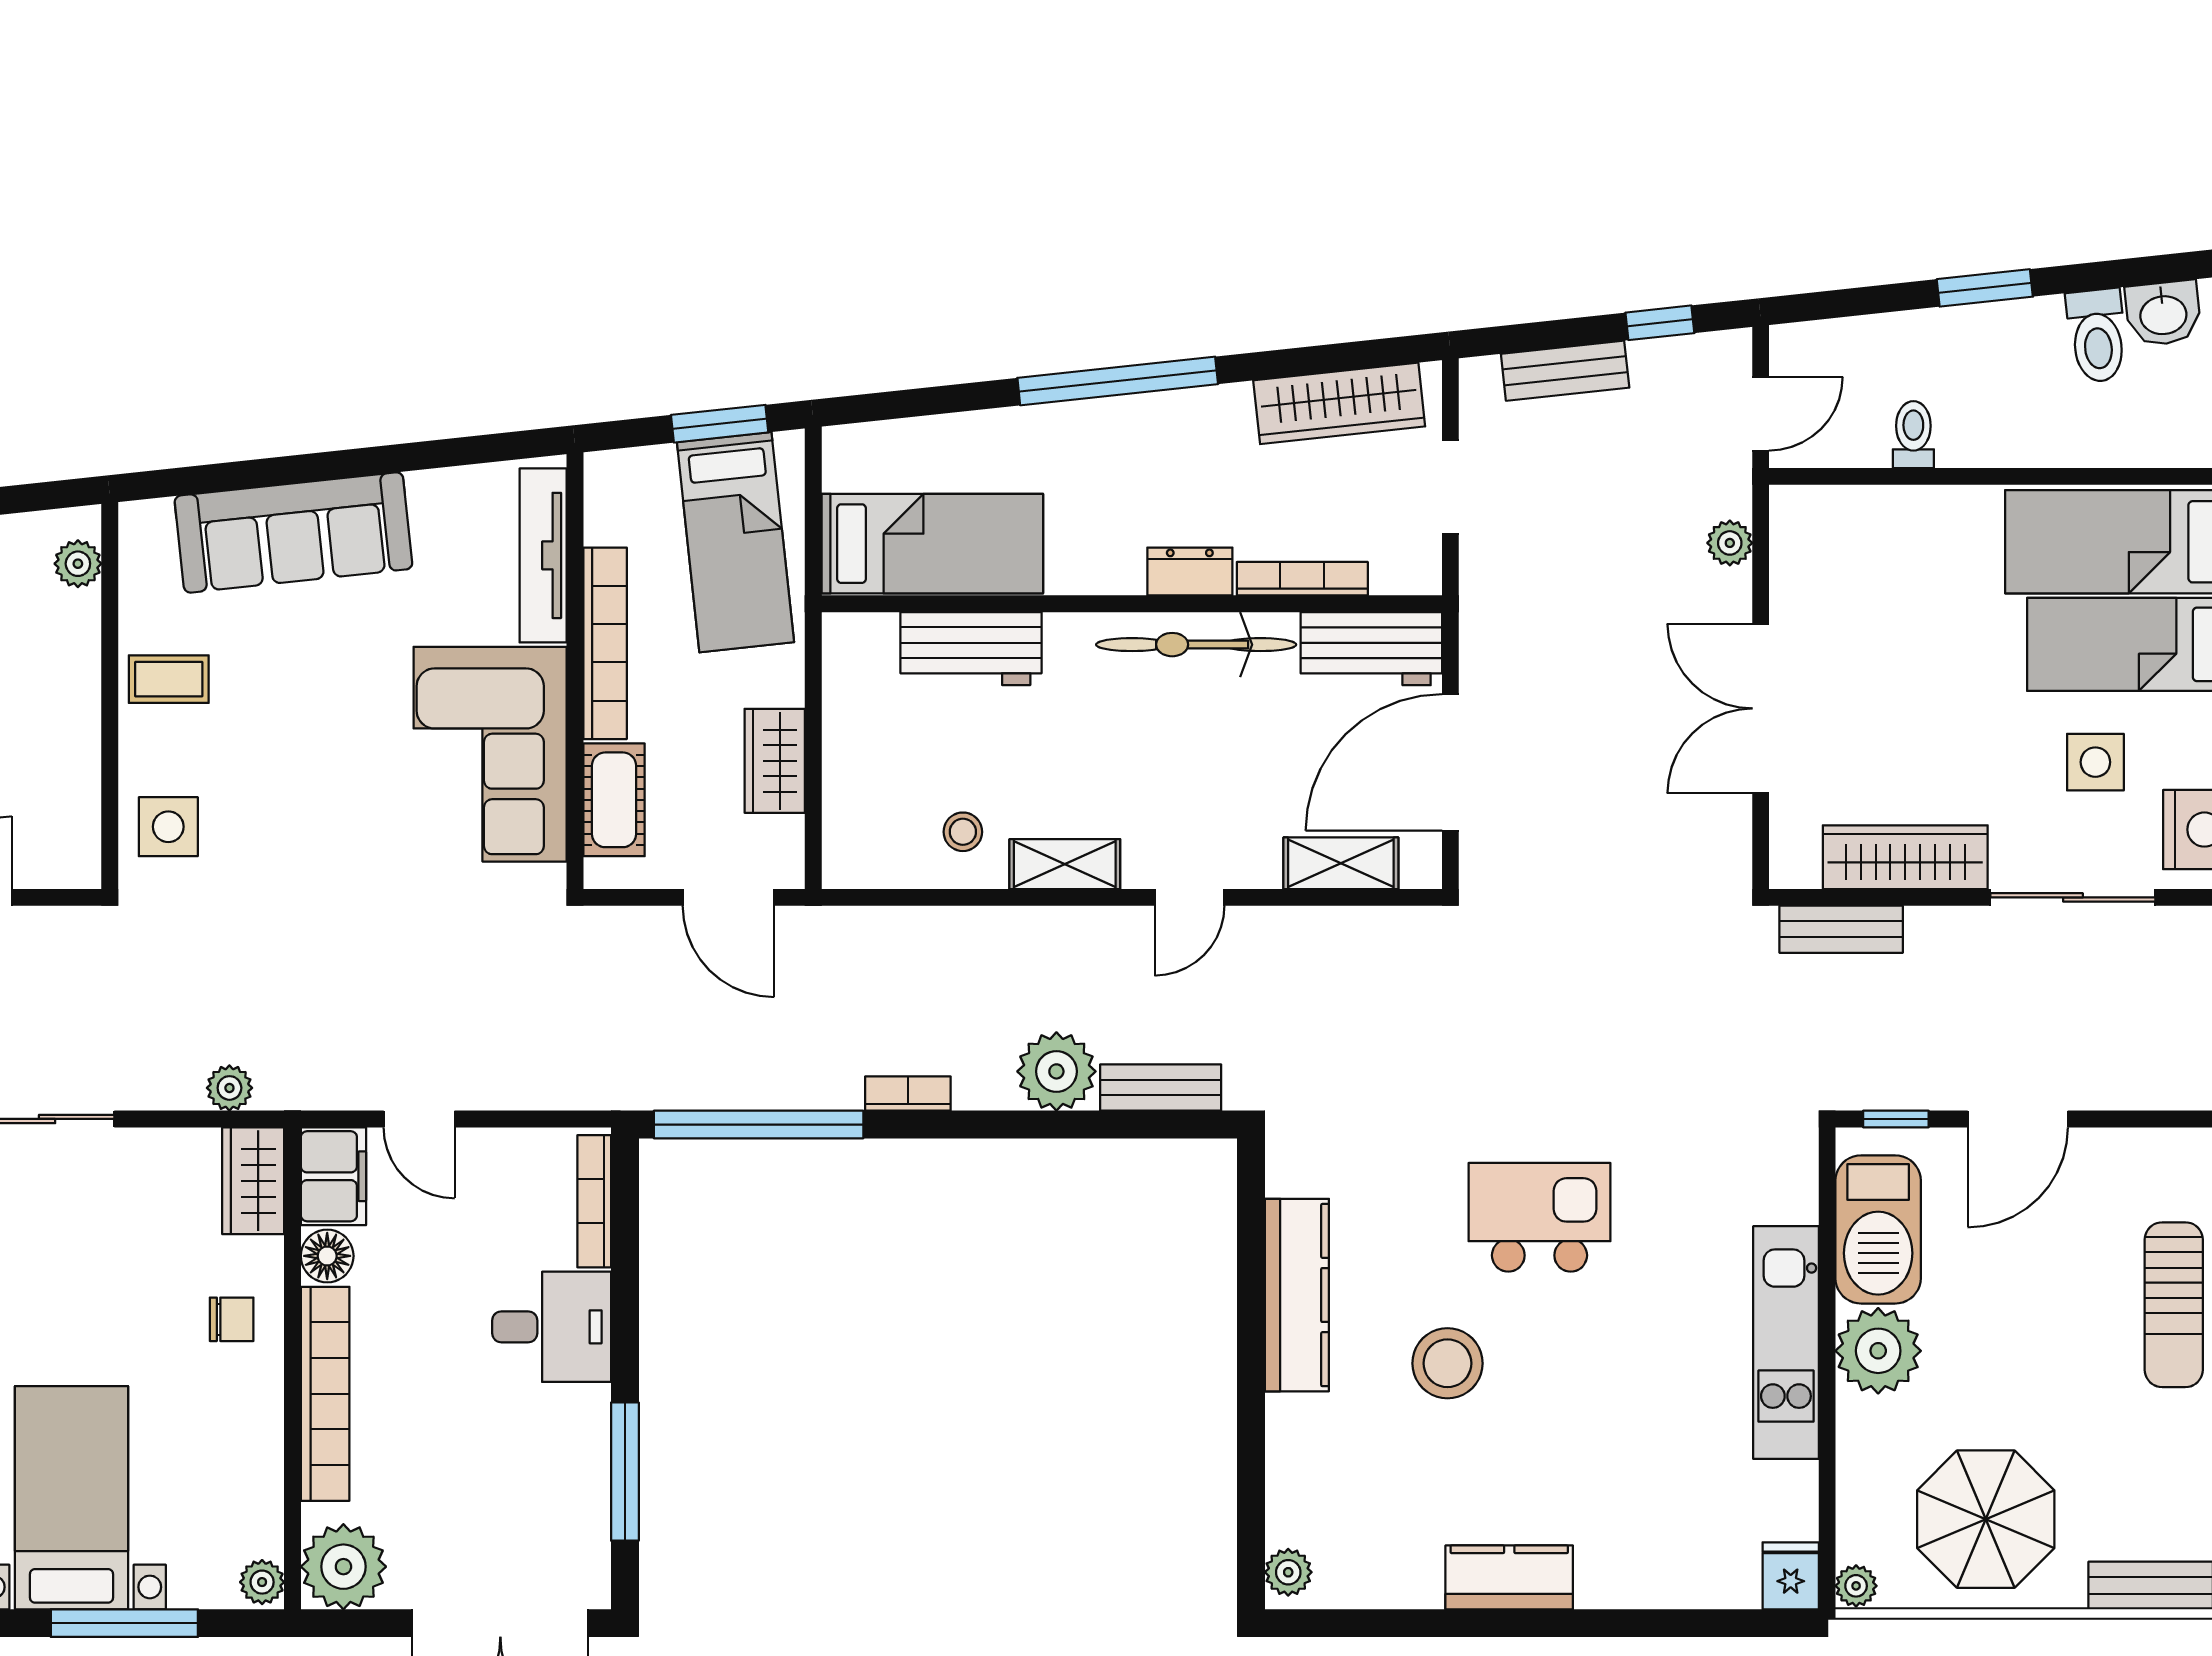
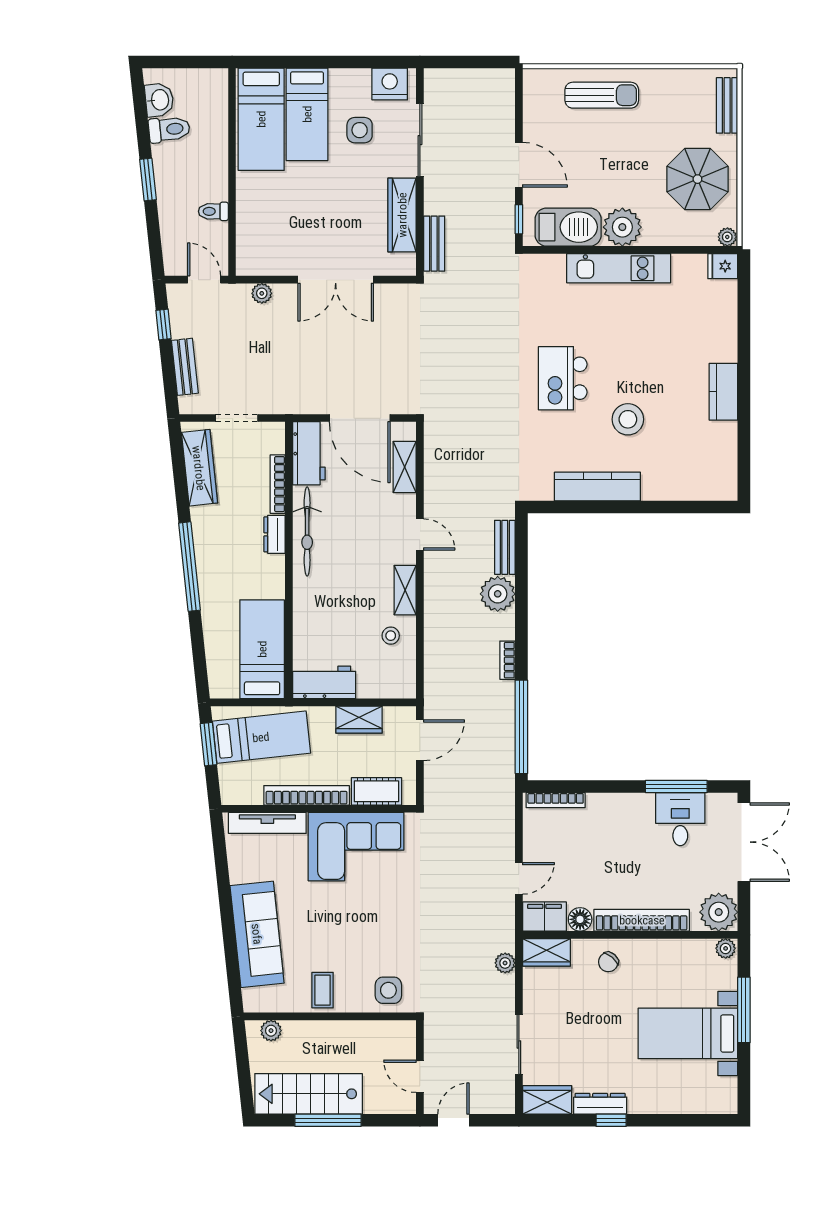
workbench: (971, 649) -> (324, 682), moved, turned -90
chair: (232, 1319) -> (608, 962), turned -139
desk: (552, 1327) -> (680, 819), moved
plant: (1288, 1572) -> (721, 490), removed

